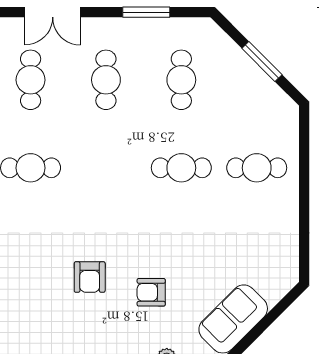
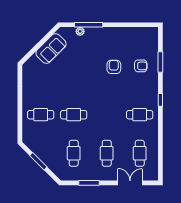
armchair: (151, 292) -> (141, 66), moved

